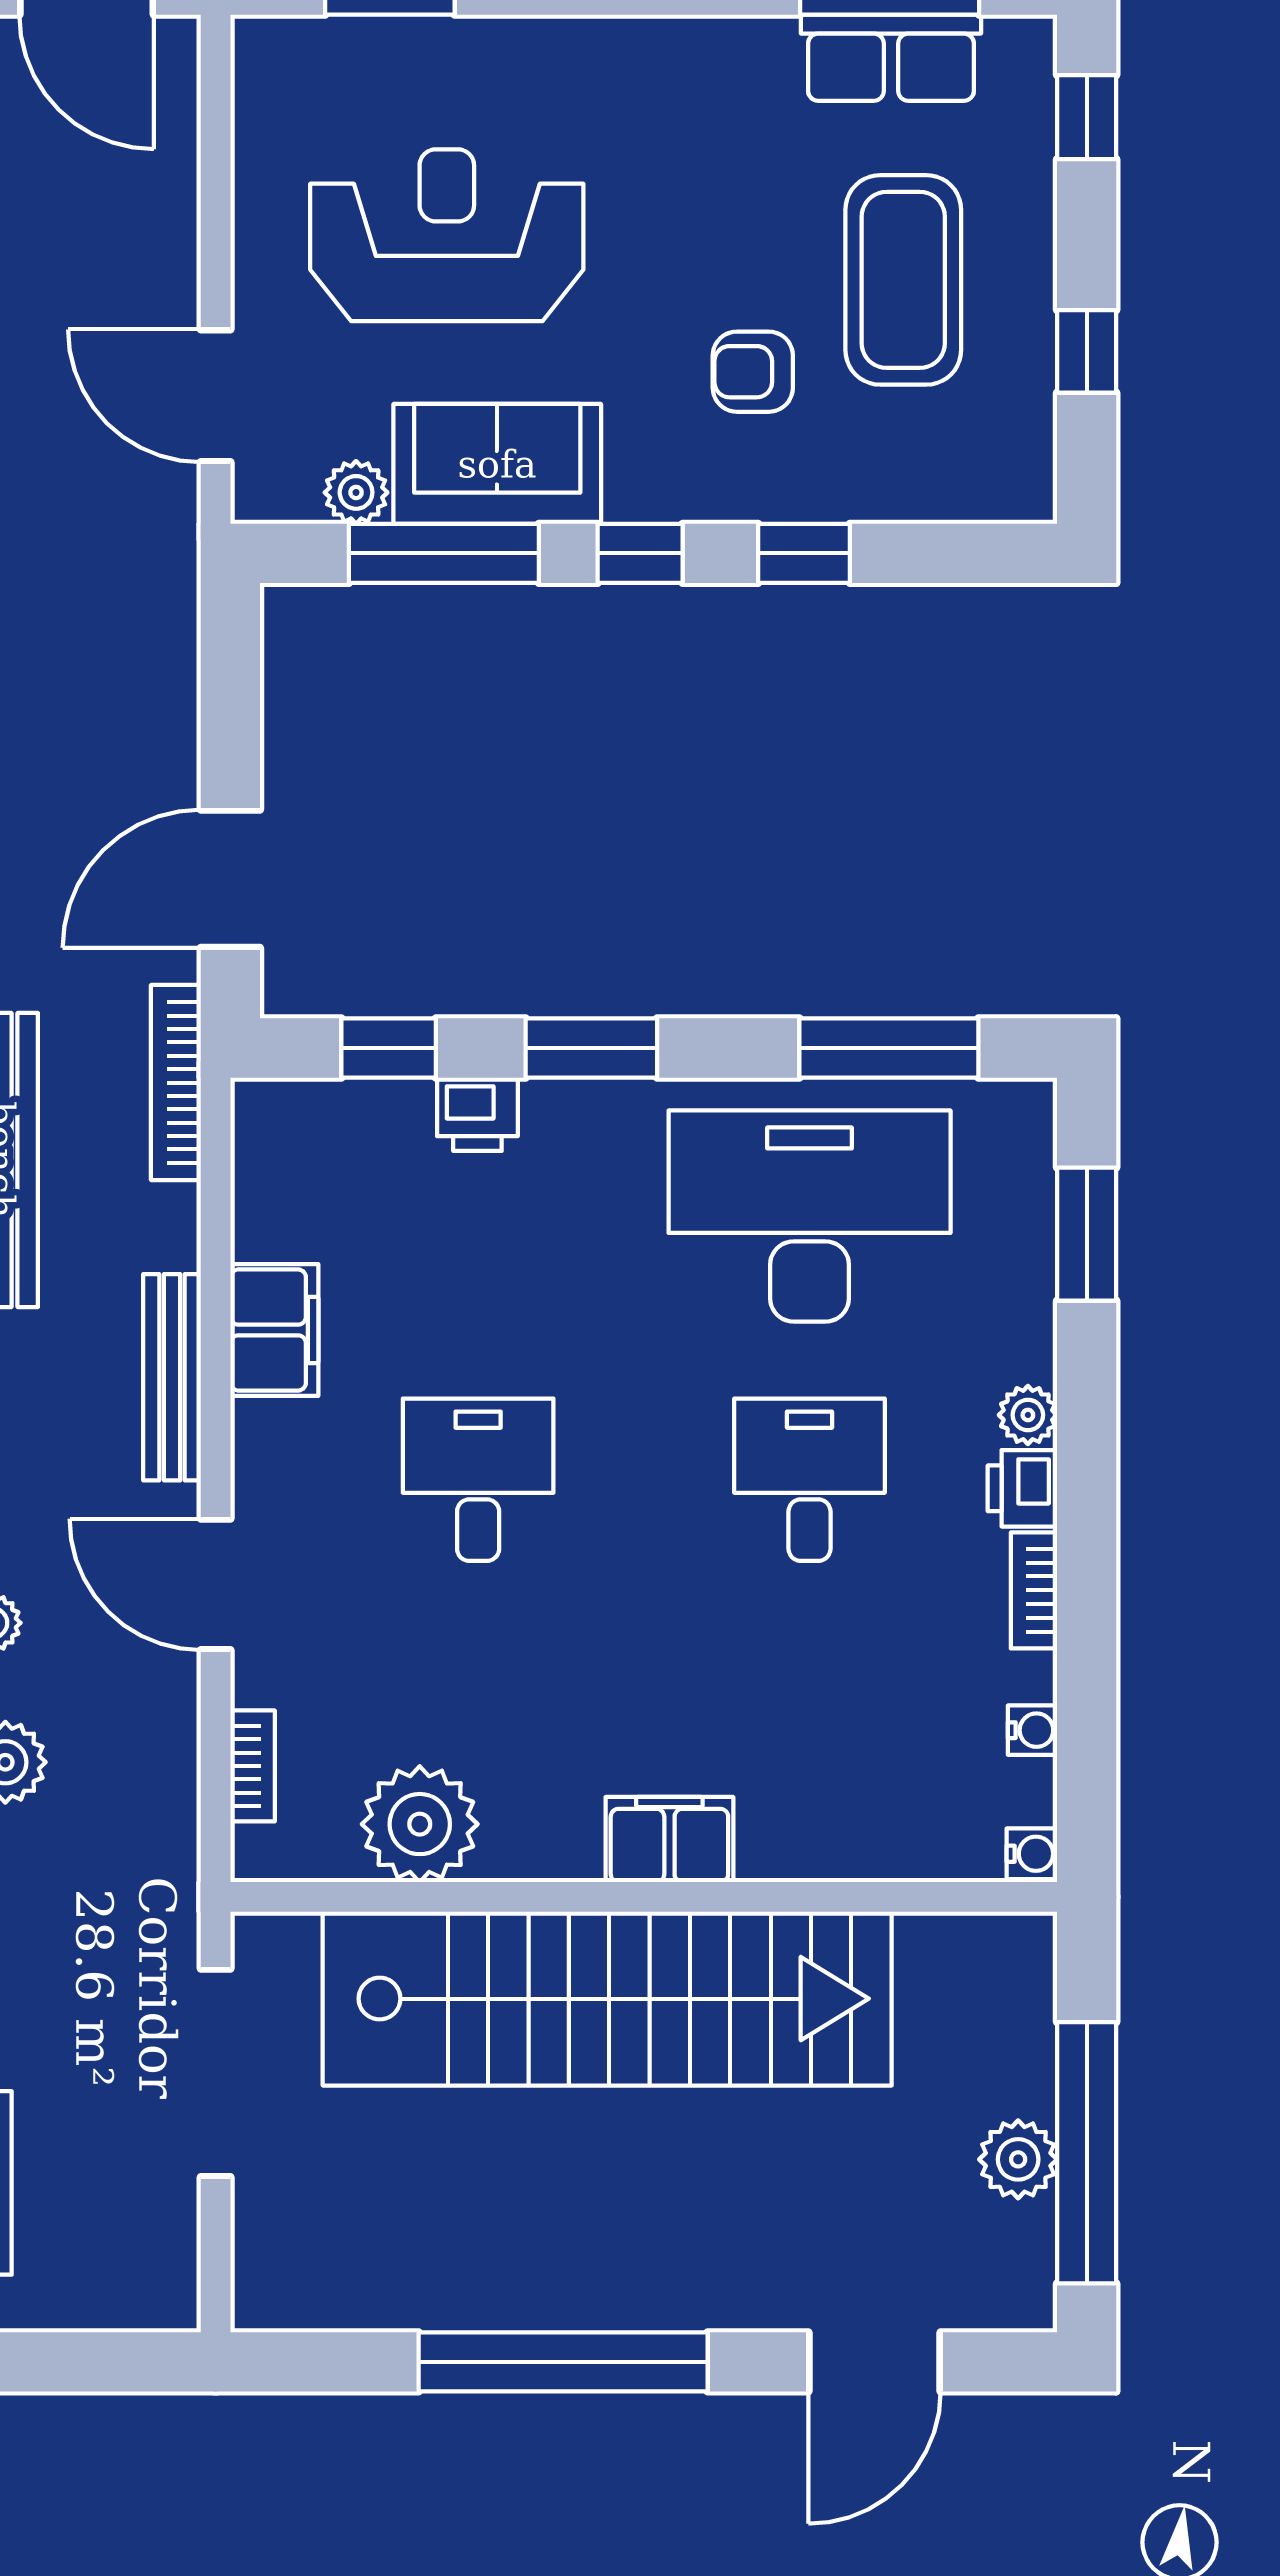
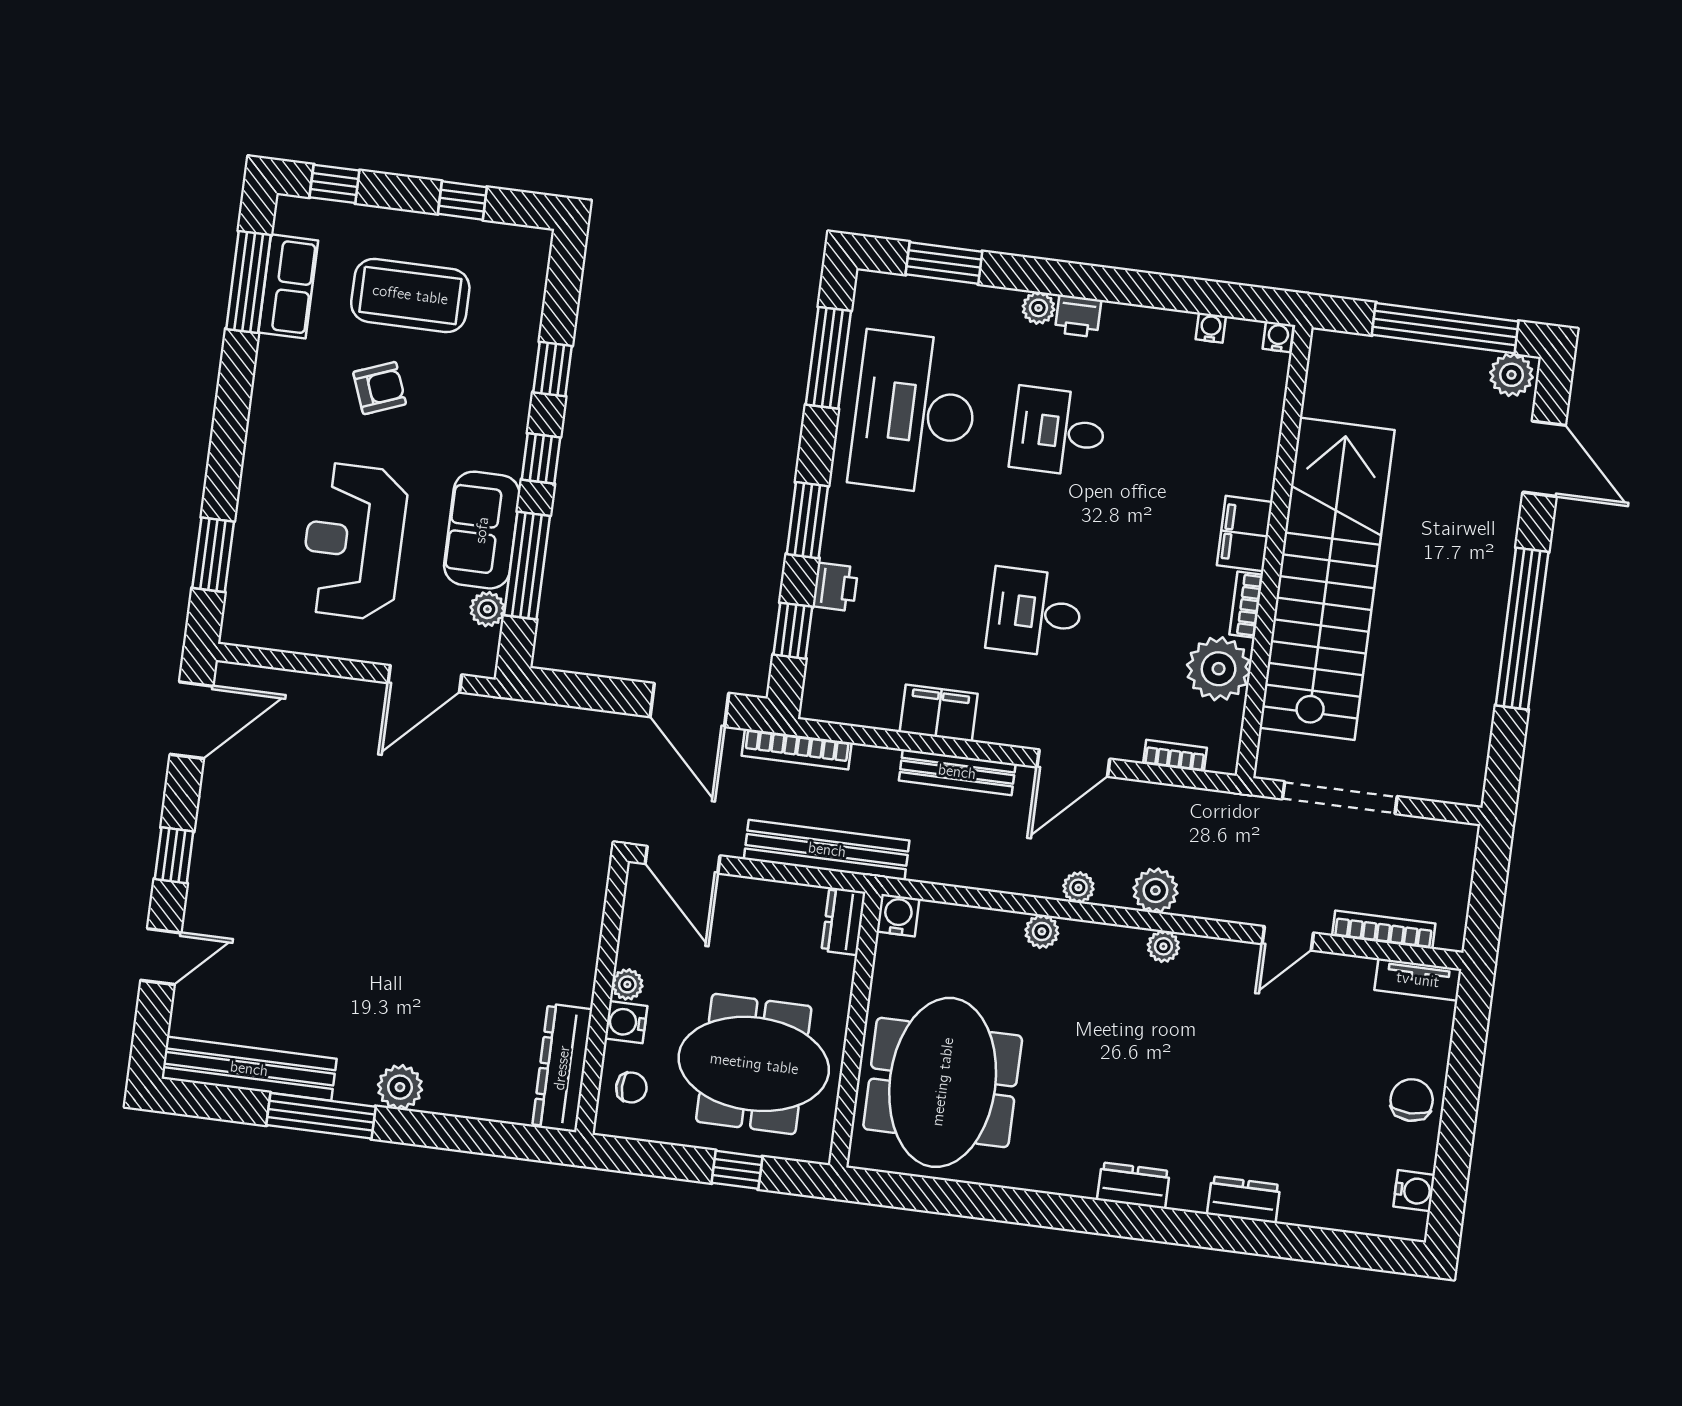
armchair: (753, 372) -> (380, 388), moved, turned -111
bookcase: (1034, 1590) -> (1246, 605), moved, turned 90
plant: (1018, 2159) -> (1511, 375), moved

